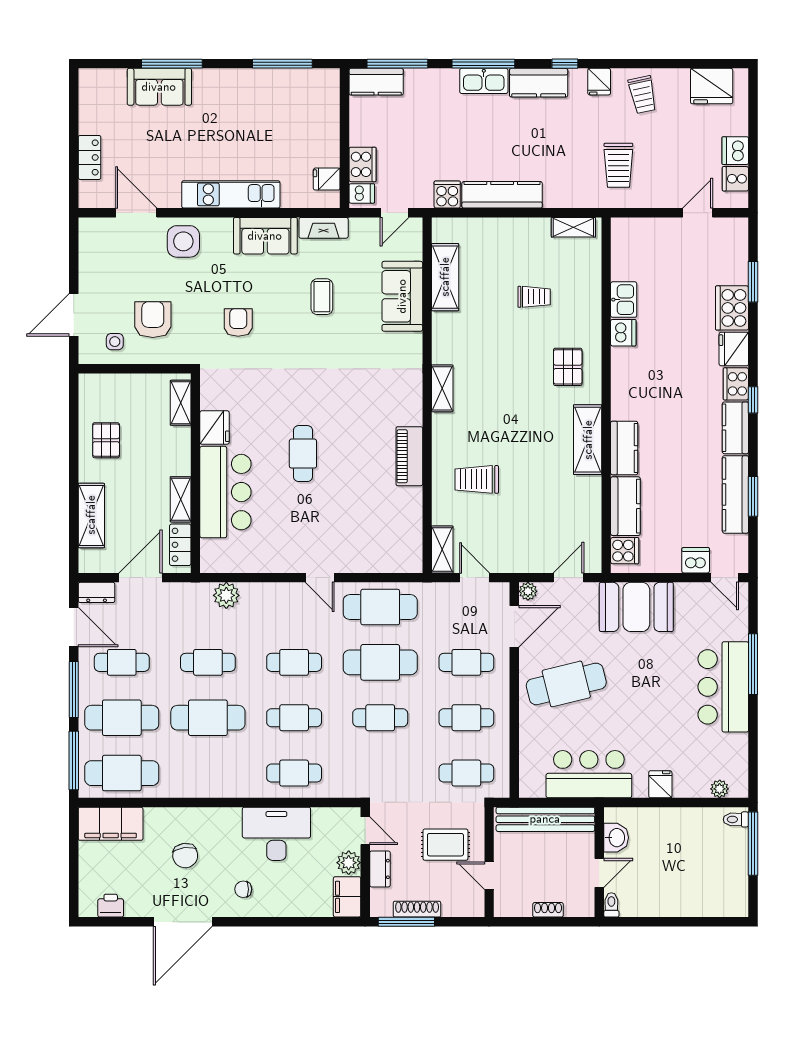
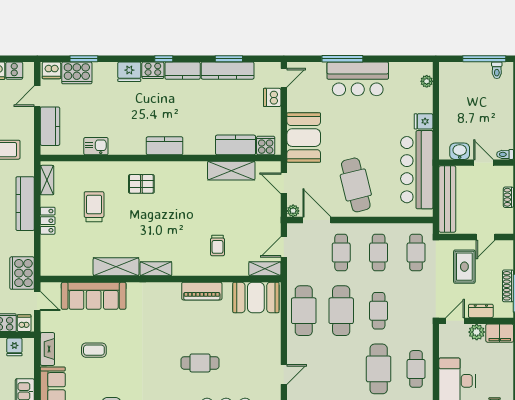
cooker: (447, 195) -> (22, 273), width x1.87, depth x1.31
kitchen counter: (502, 195) -> (25, 204), moved
door: (698, 213) -> (37, 96), hinge flipped
locker: (513, 228) -> (48, 221), added
kitchen counter: (653, 232) -> (50, 126), added
shelving: (445, 277) -> (116, 267), moved
sofa: (402, 296) -> (94, 296), width x1.36
trolley: (534, 297) -> (94, 207), width x1.36, depth x1.39
cooker: (732, 308) -> (77, 73), moved
dishwasher: (623, 333) -> (51, 70), moved, turned 180
shelving: (588, 440) -> (231, 171), moved
kitchen counter: (624, 448) -> (165, 146), moved
trolley: (477, 479) -> (217, 245), width x0.73, depth x0.72
booth: (400, 536) -> (256, 297), added
door: (320, 578) -> (284, 374), moved
cafe table: (294, 662) -> (341, 369), removed
cafe table: (294, 718) -> (379, 369), width x1.37, depth x1.35
bar counter: (589, 774) -> (417, 170), width x1.36
toilet: (736, 819) -> (497, 70), moved
window: (753, 844) -> (484, 59), moved

